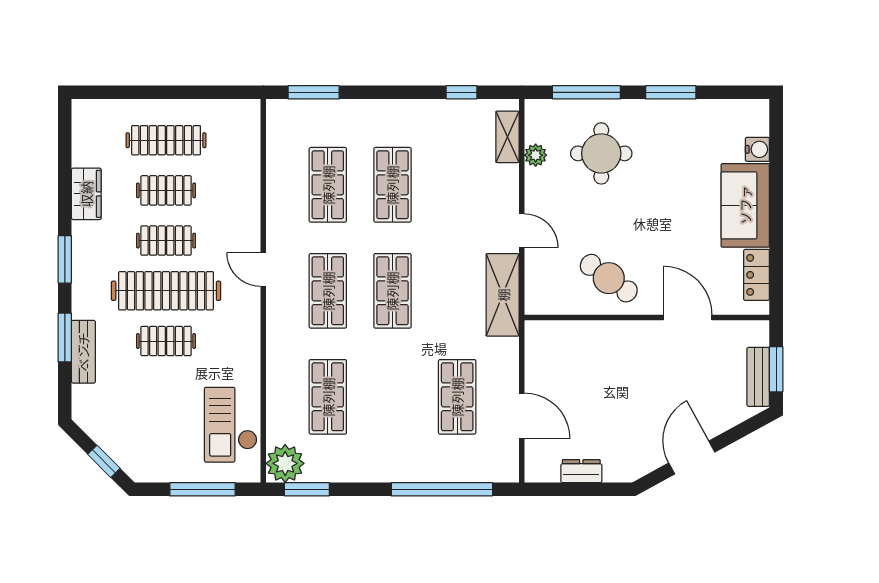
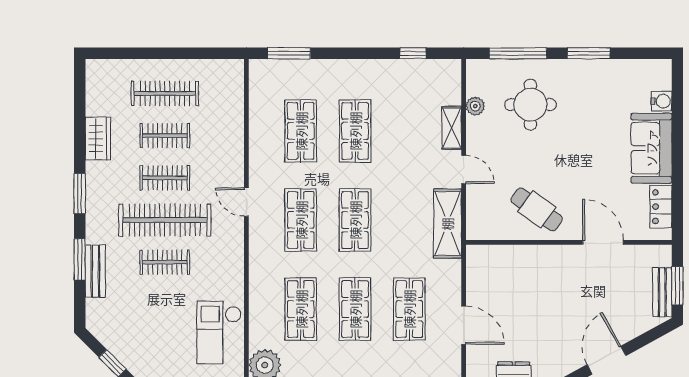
shelving: (507, 137) -> (452, 128), moved
shop shelf: (392, 397) -> (355, 309), added

